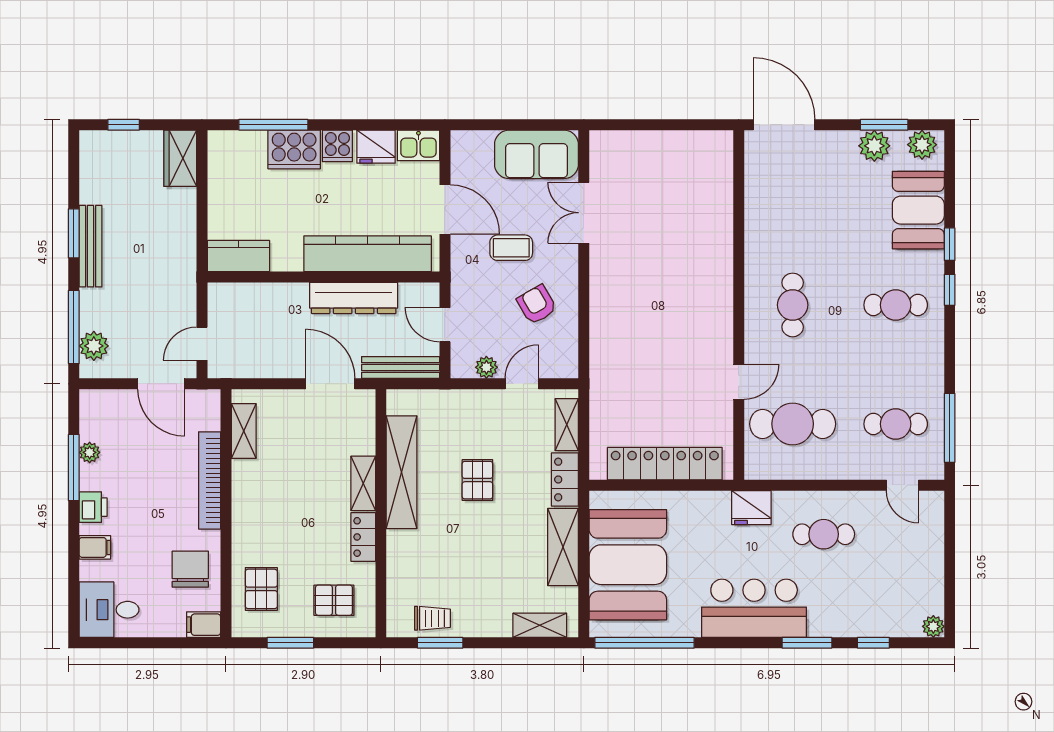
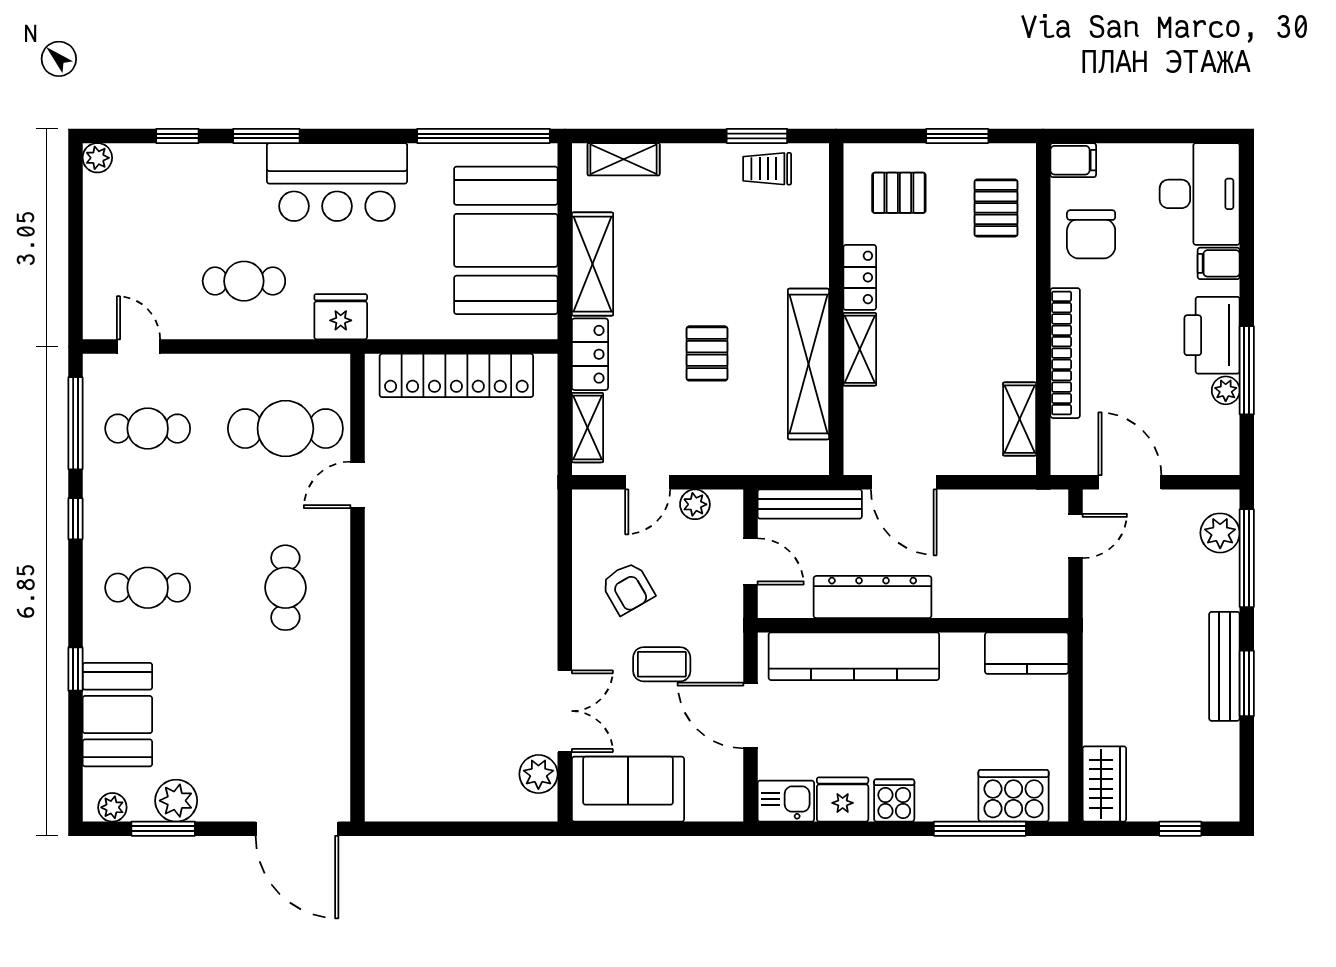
plant: (922, 145) -> (112, 807), width x0.73, depth x0.73
cooker: (294, 149) -> (1014, 796), moved
plant: (603, 166) -> (538, 774), added
window: (950, 290) -> (75, 519), moved
printer: (93, 507) -> (1212, 335), width x1.87, depth x1.48
desk: (109, 610) -> (1200, 194), width x1.37

